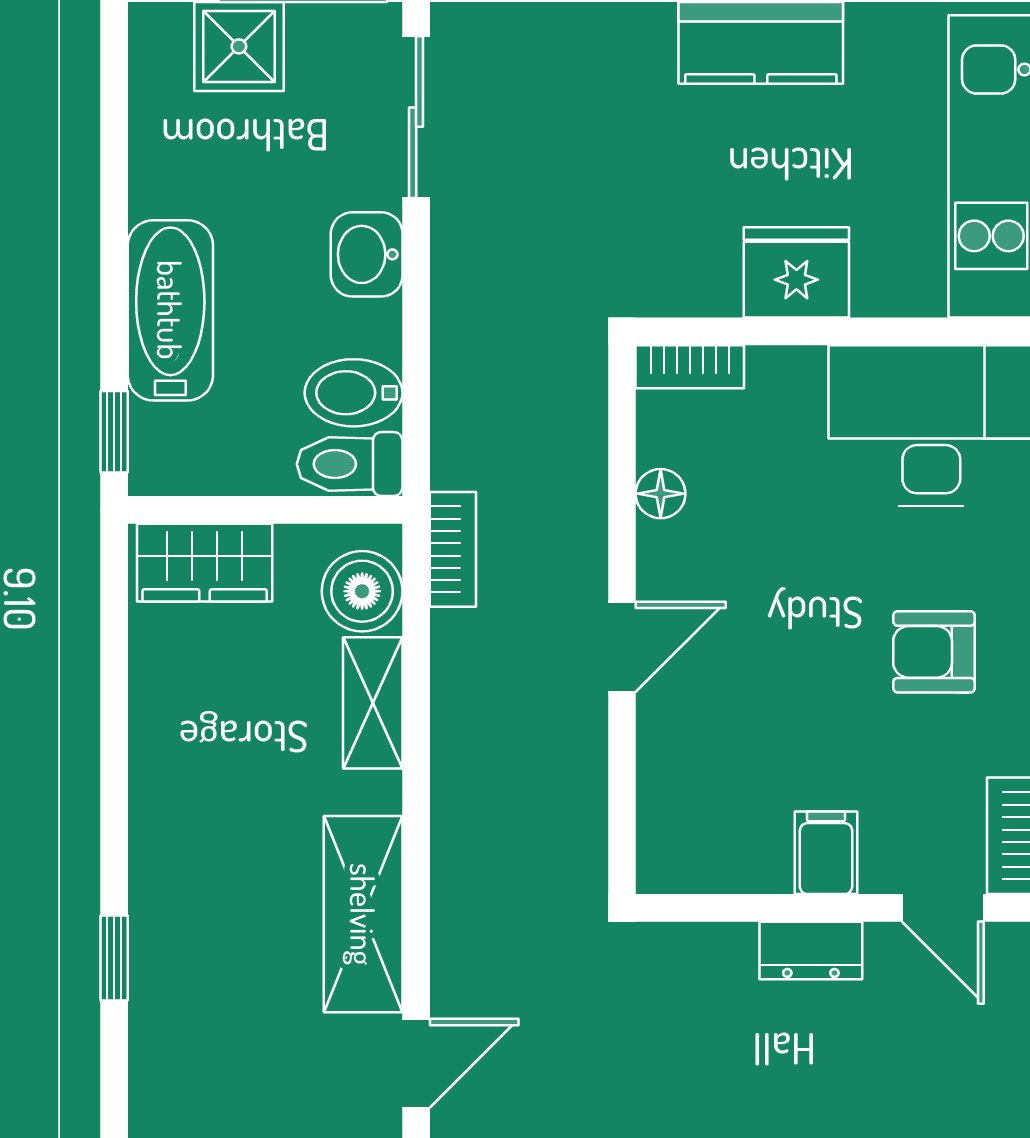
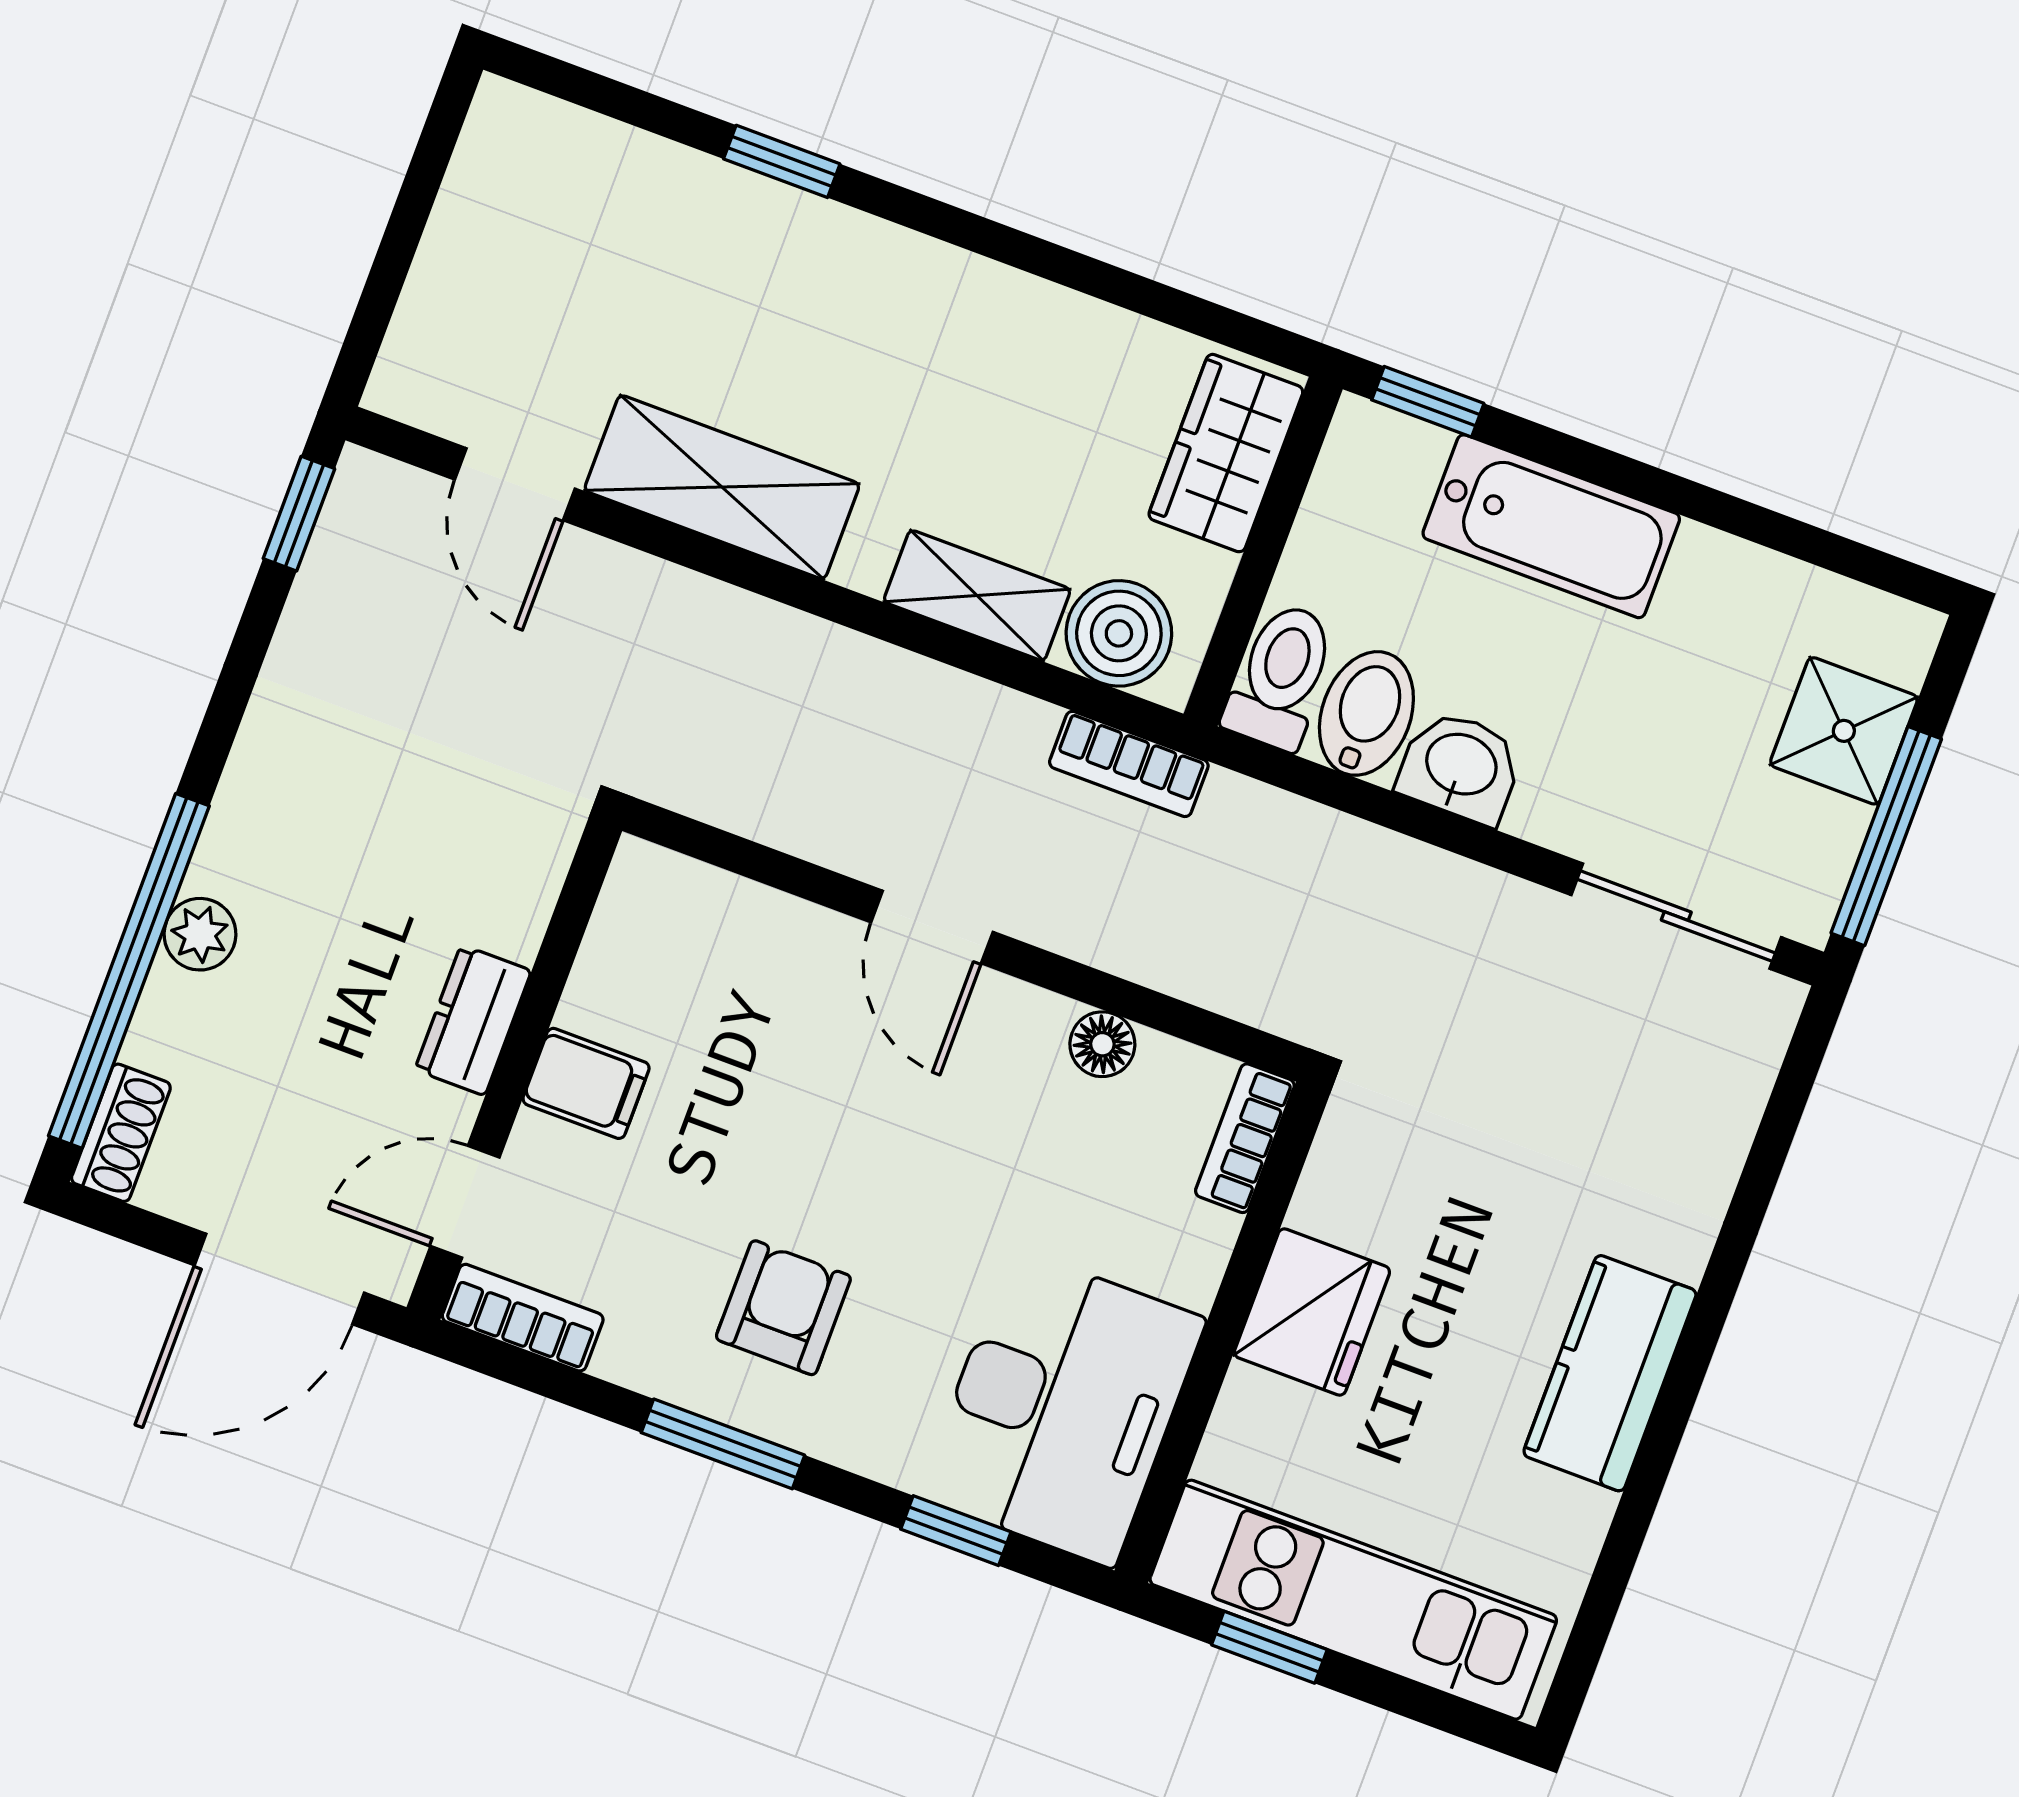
washbasin: (367, 254) -> (1460, 767), moved

